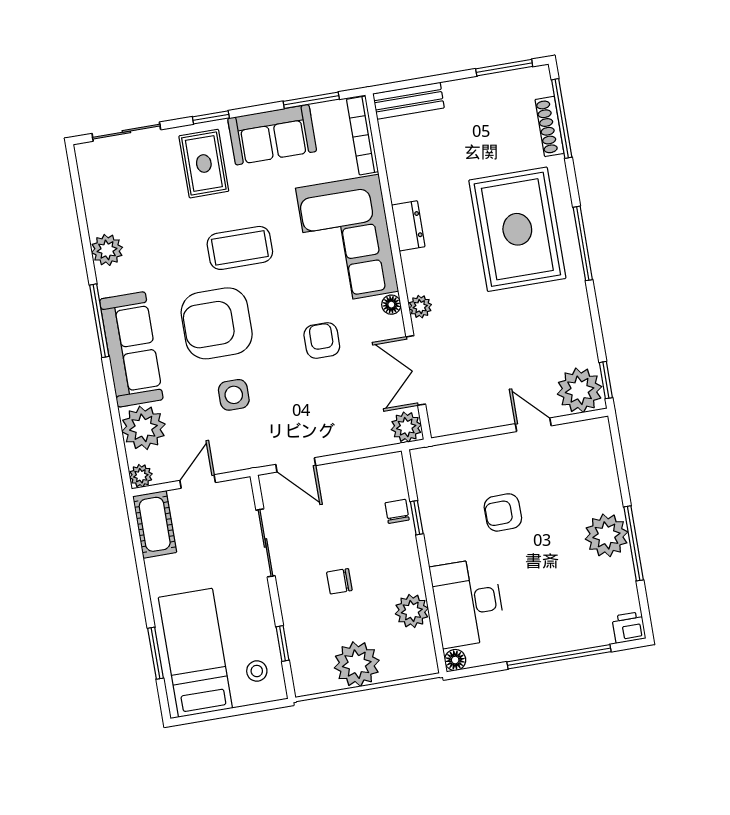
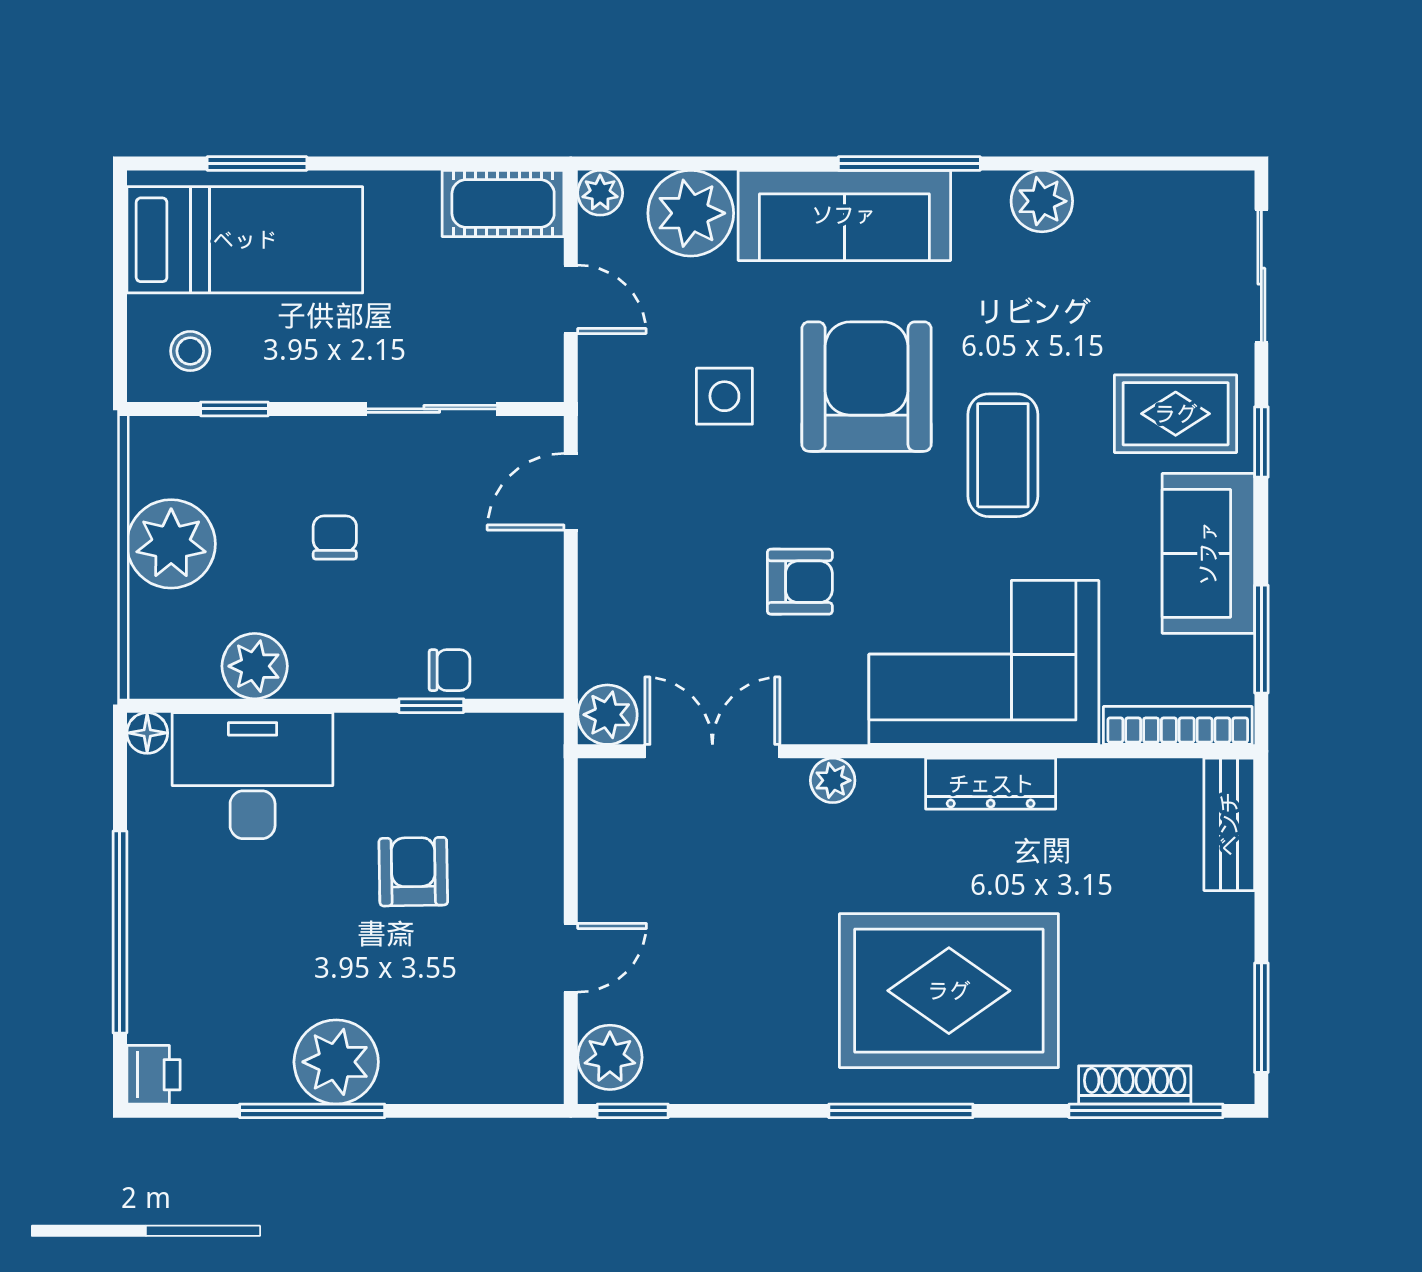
dresser: (408, 226) -> (991, 784), width x1.44
floor lamp: (391, 305) -> (846, 726), removed
plant: (580, 390) -> (610, 1057), width x0.73, depth x0.73

